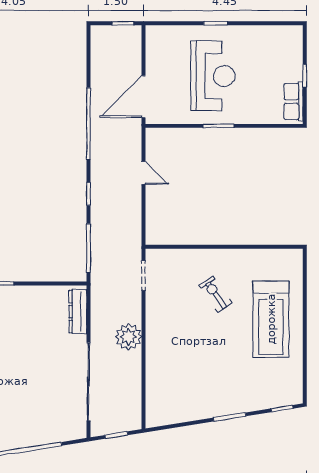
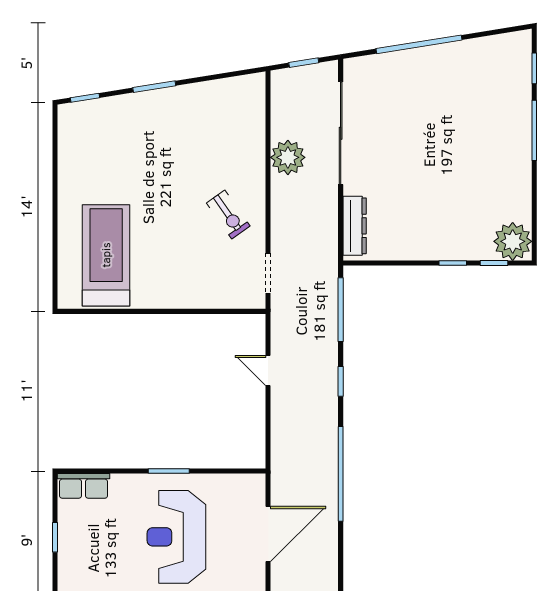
door: (143, 97) -> (268, 534), moved
row of seats: (293, 102) -> (84, 486), moved, turned 90
door: (143, 173) -> (268, 371), moved
exercise bike: (215, 294) -> (228, 215), moved
treadmill: (271, 319) -> (106, 255), moved
plant: (128, 337) -> (288, 157), moved

